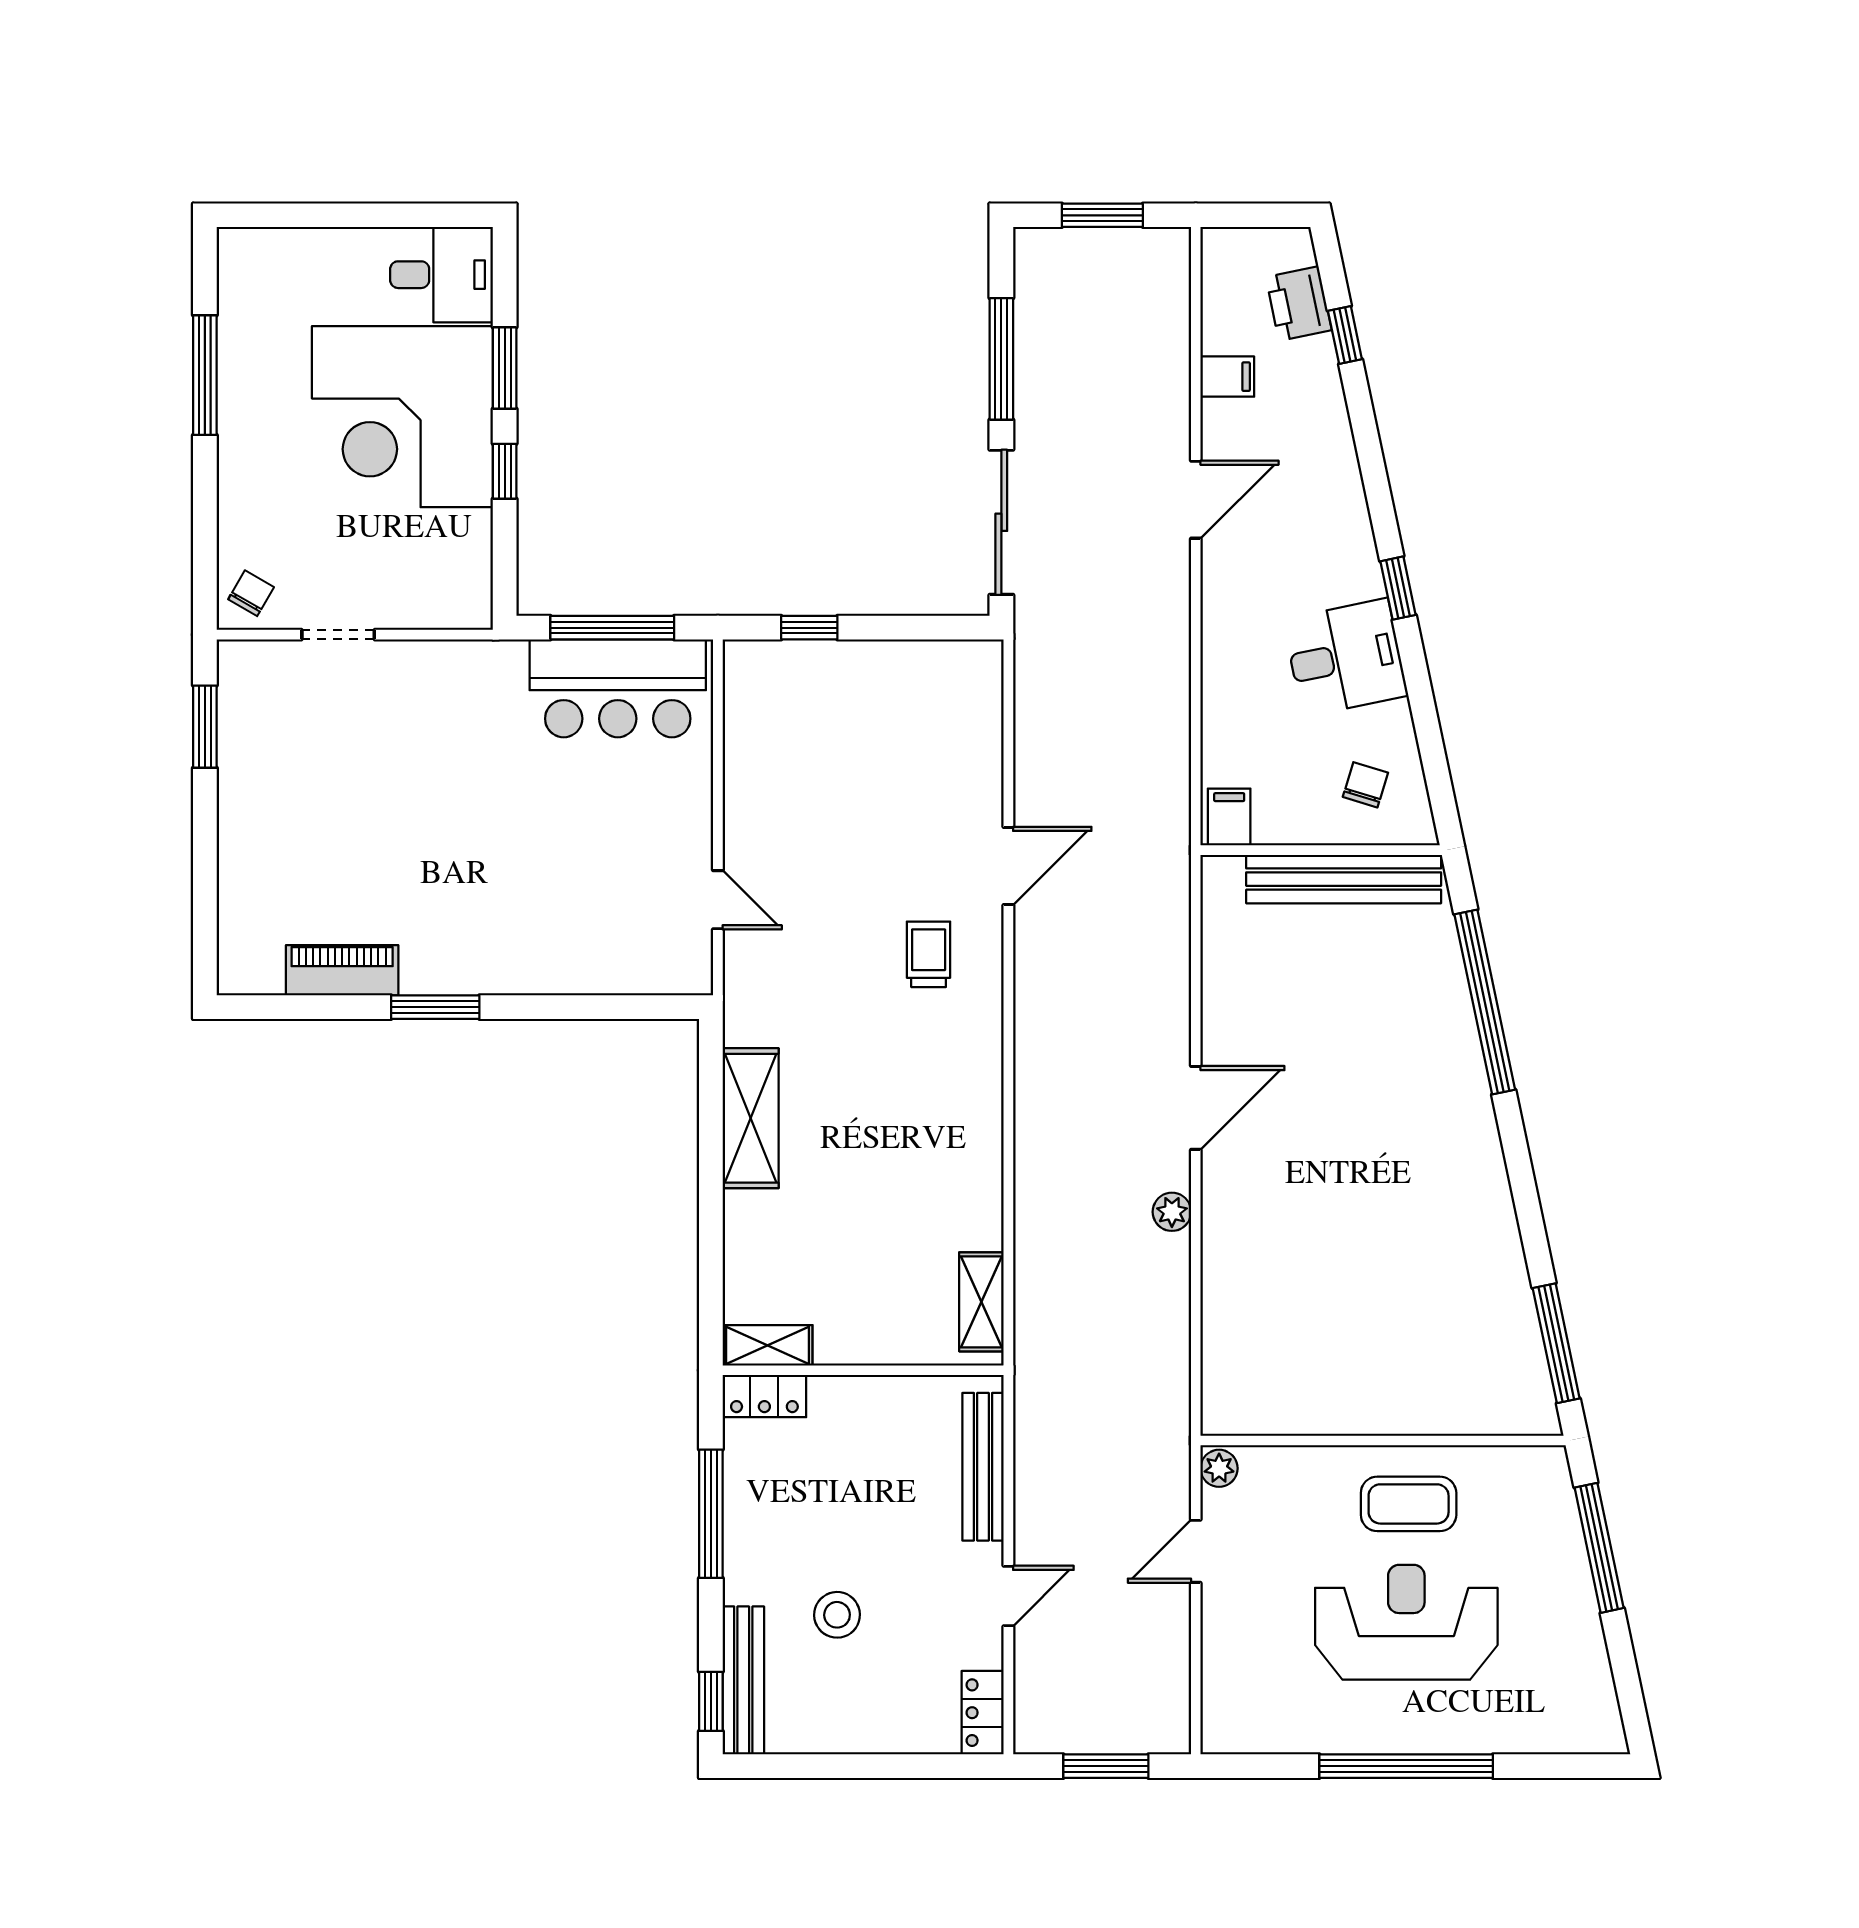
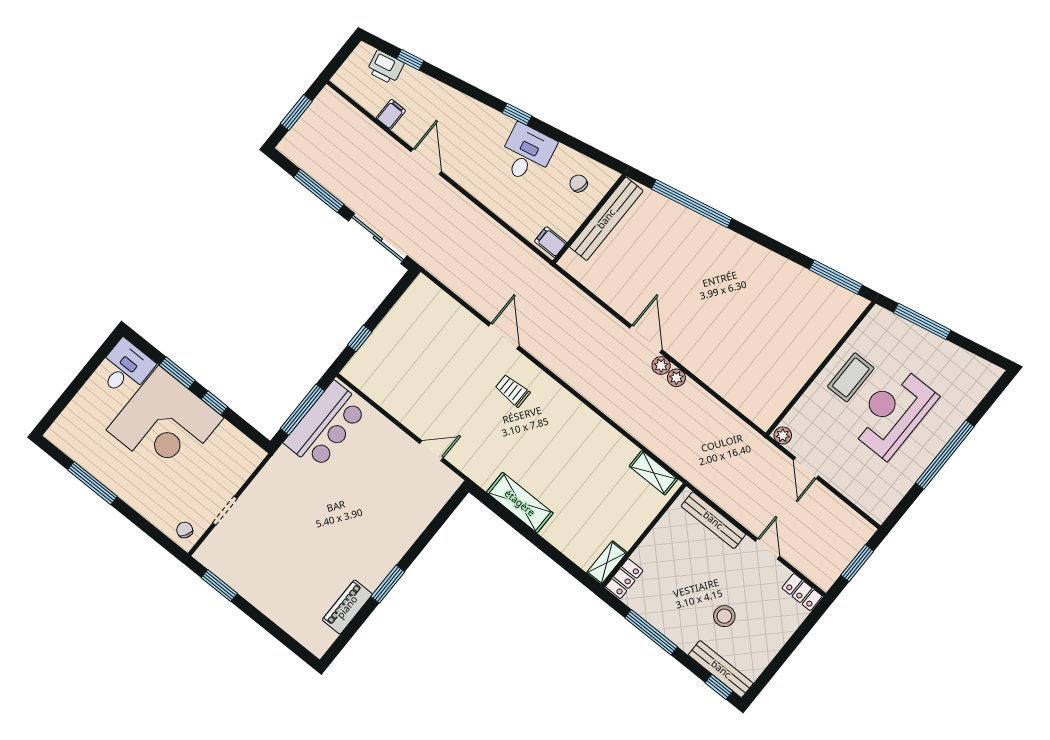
plant: (1172, 1169) -> (661, 365), added

